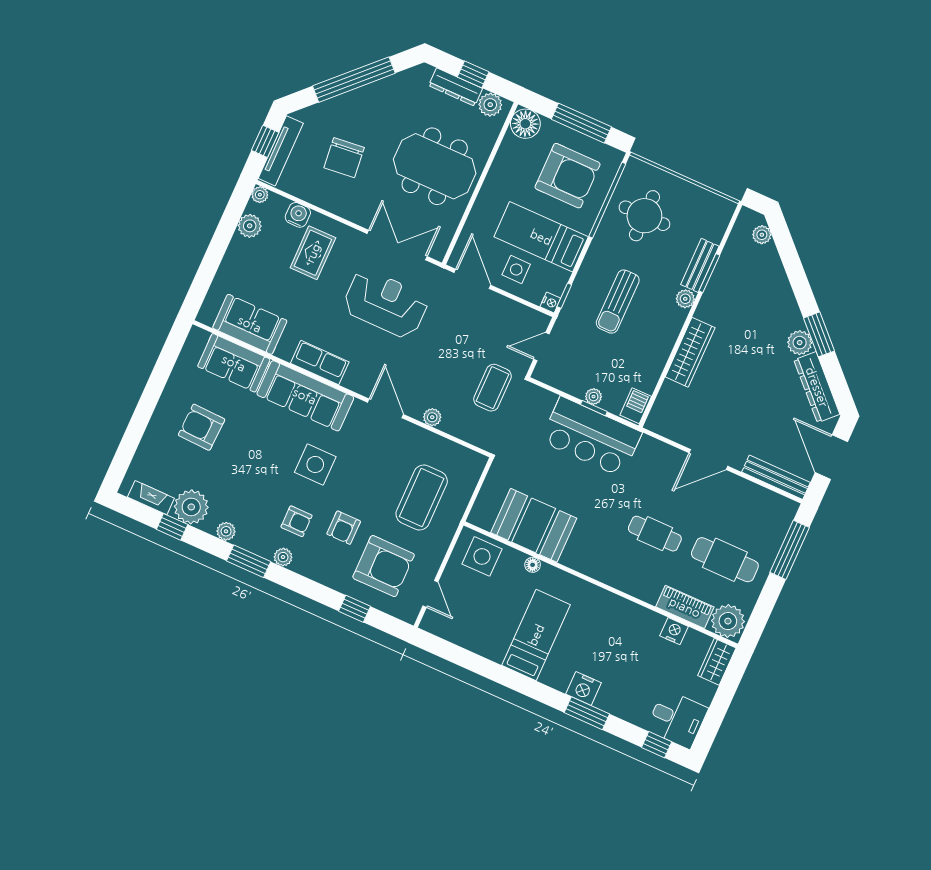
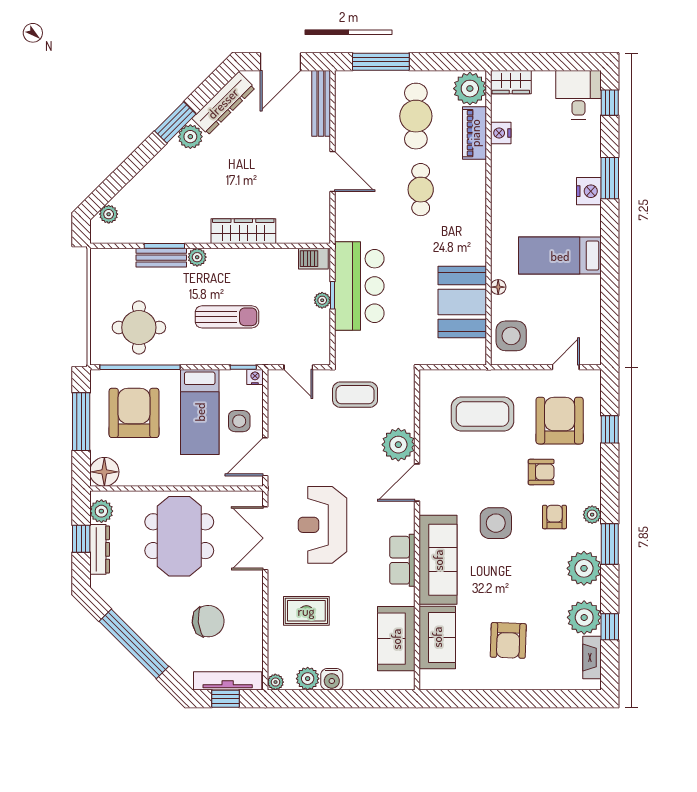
water cooler: (298, 215) -> (332, 679), moved, turned -90
plant: (432, 417) -> (398, 445), width x1.87, depth x1.87
plant: (226, 531) -> (584, 568), width x1.88, depth x1.88

